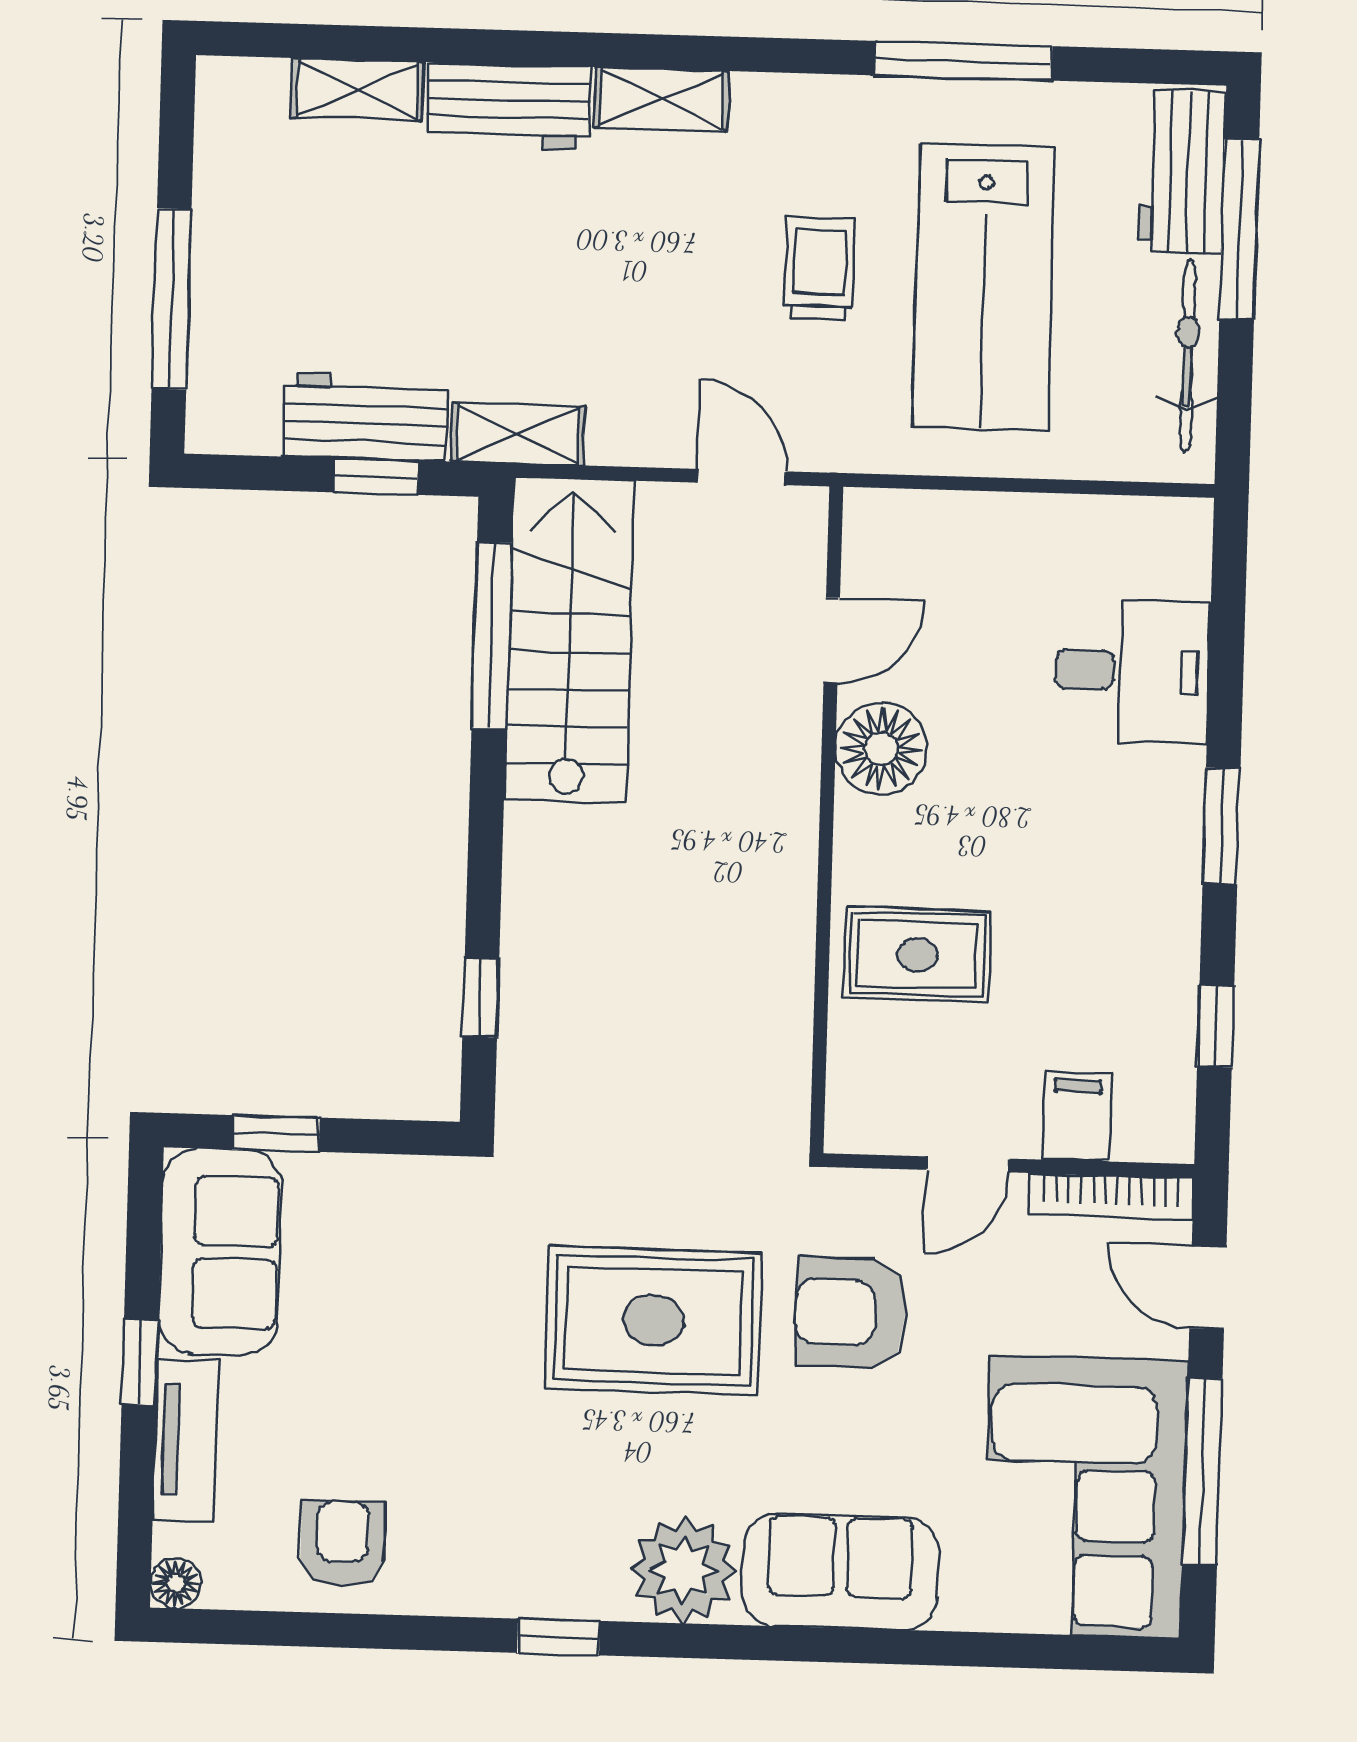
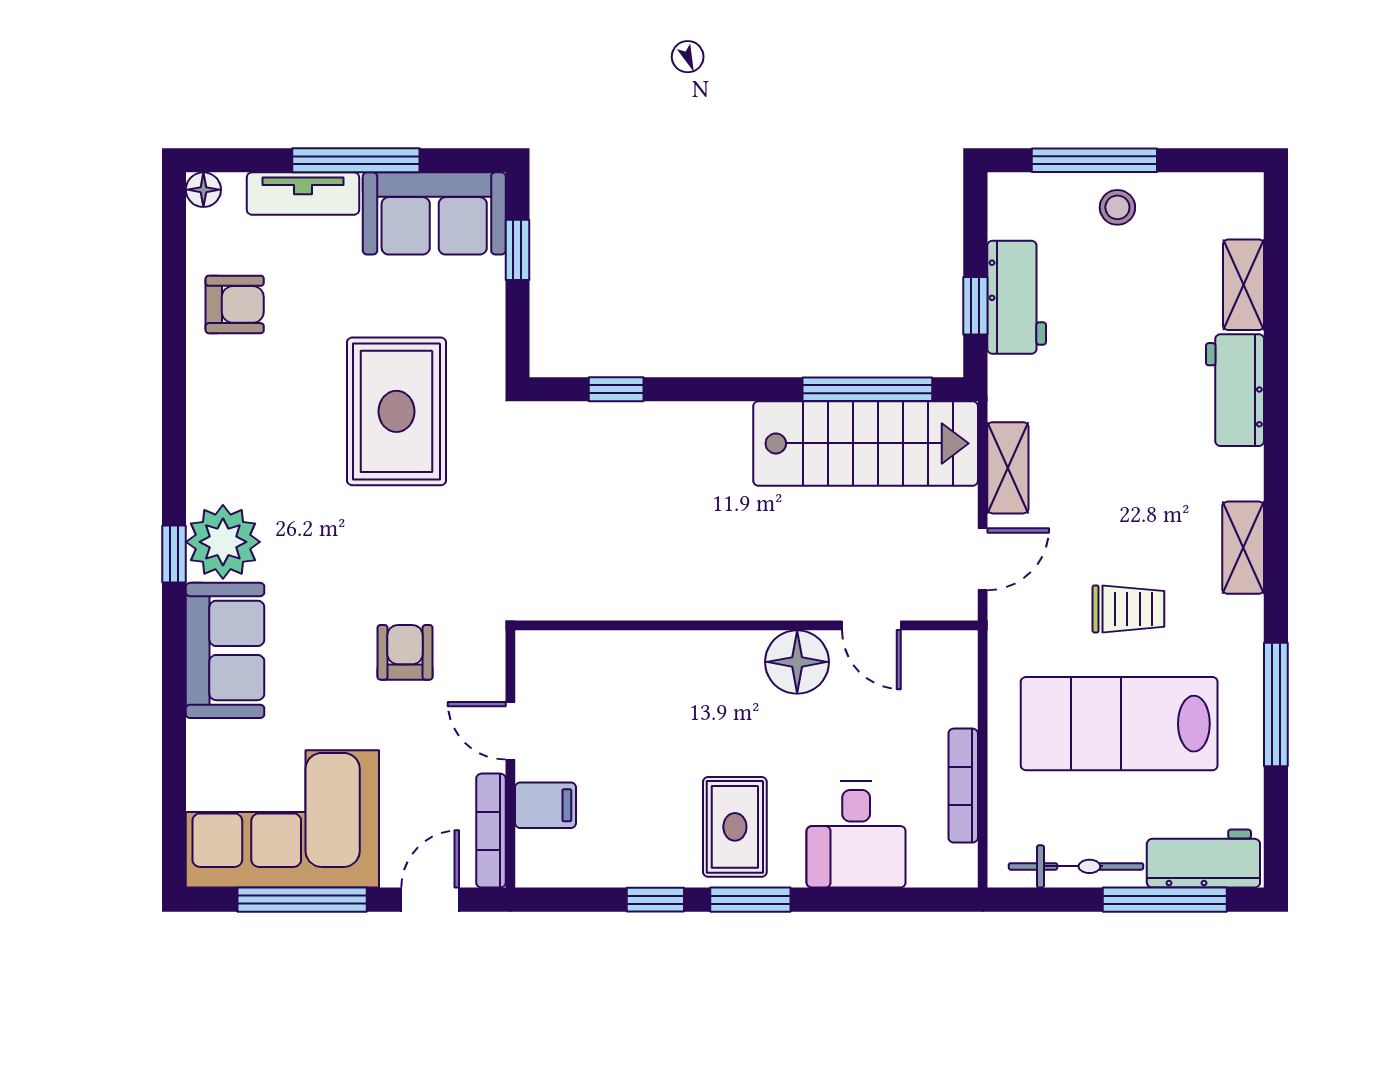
shelving: (662, 99) -> (1243, 548), moved
stool: (240, 268) -> (1117, 207), added
shelving: (518, 434) -> (1008, 468), moved
bookcase: (1066, 515) -> (963, 786), added
rug: (917, 955) -> (735, 827), moved
window: (1216, 1026) -> (655, 900), moved
armchair: (851, 1313) -> (405, 652), width x0.72, depth x0.72
rug: (654, 1320) -> (397, 411), moved
window: (140, 1362) -> (356, 160), width x2.17
window: (558, 1637) -> (174, 554), moved

